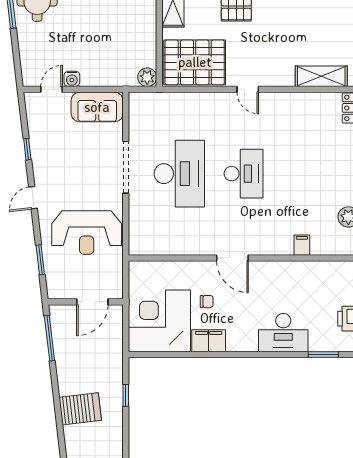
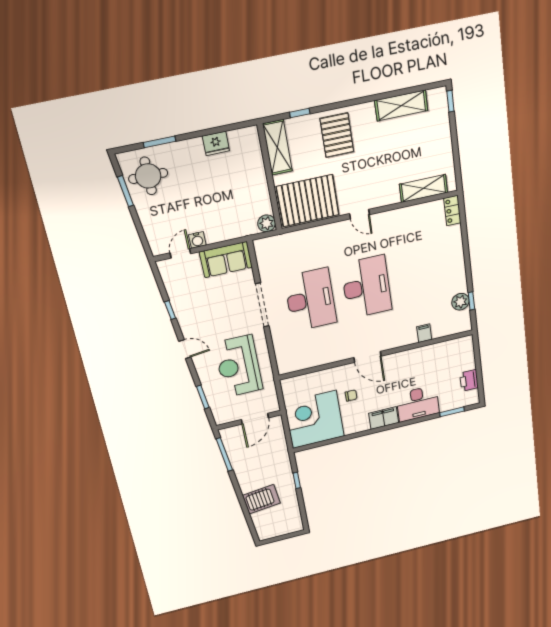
desk: (244, 174) -> (367, 287), width x1.36, depth x1.30
door: (33, 198) -> (185, 349), swing flipped
reception desk: (87, 232) -> (239, 366), turned 90
filing cabinet: (209, 341) -> (384, 418), moved

